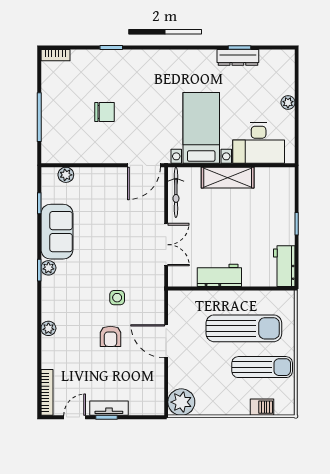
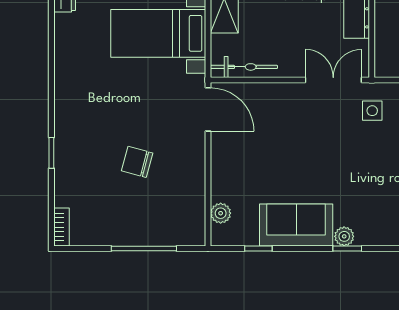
chair: (104, 112) -> (137, 162), turned -75
double door: (166, 245) -> (333, 80), moved
side table: (117, 298) -> (372, 111), moved

